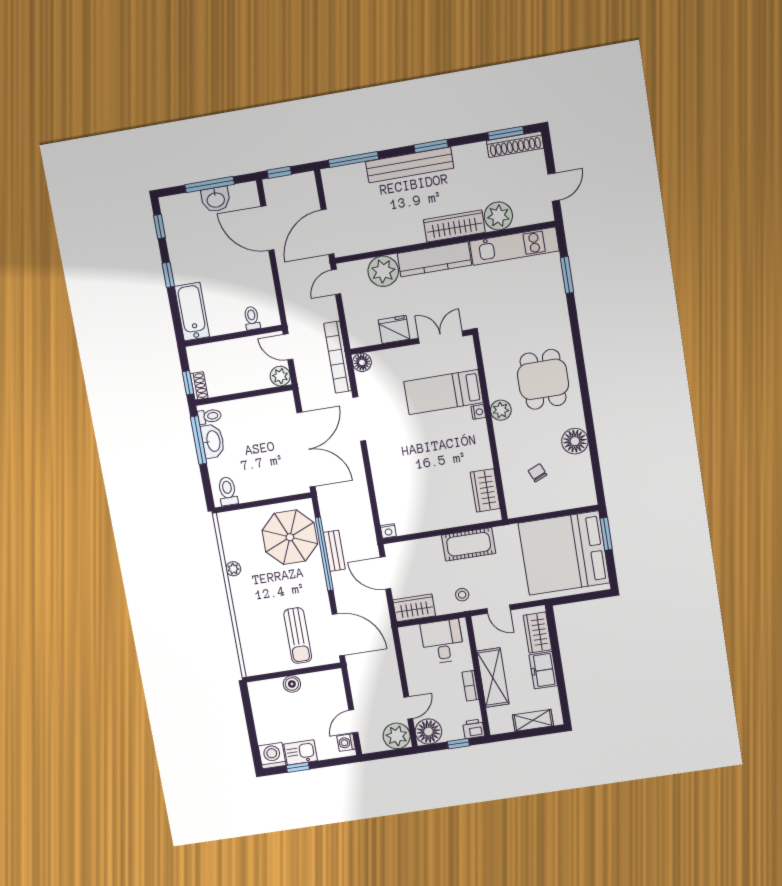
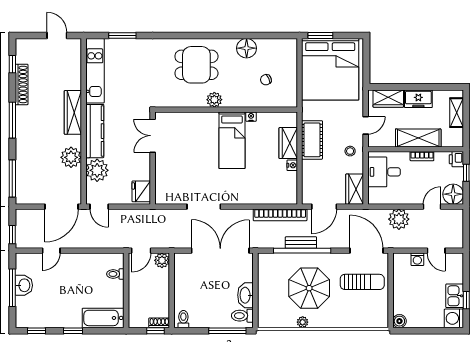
window: (506, 133) -> (12, 64), width x0.67
shoe rack: (515, 144) -> (22, 84), moved
window: (431, 146) -> (12, 120), width x1.44
bench: (410, 165) -> (23, 138), removed
plant: (498, 216) -> (71, 157), moved
door: (267, 228) -> (51, 251), width x0.53
door: (327, 232) -> (61, 207), hinge flipped
fridge: (394, 329) -> (141, 191), moved
bookcase: (338, 357) -> (280, 215), moved
floor lamp: (362, 362) -> (162, 197), removed
bed: (443, 392) -> (232, 140), moved
nightstand: (478, 412) -> (251, 117), moved
window: (199, 440) -> (227, 331), moved
washbasin: (213, 441) -> (245, 295), moved, turned -90
wardrobe: (485, 490) -> (288, 143), moved, turned 90
nightstand: (388, 531) -> (292, 165), moved
parasol: (290, 537) -> (309, 288), moved
door: (338, 635) -> (366, 251), hinge flipped
boiler: (292, 684) -> (399, 321), moved
door: (408, 708) -> (432, 207), hinge flipped
plant: (397, 736) -> (399, 219), moved
washing machine: (346, 743) -> (417, 259), moved

